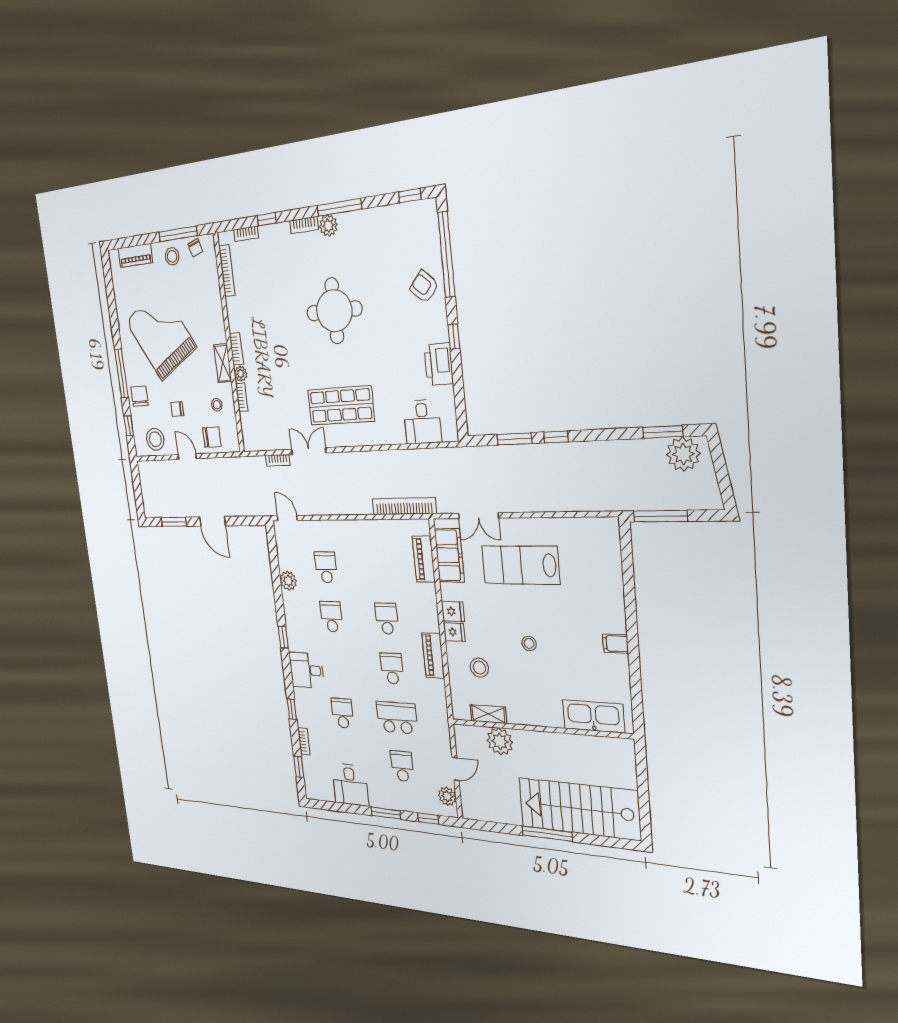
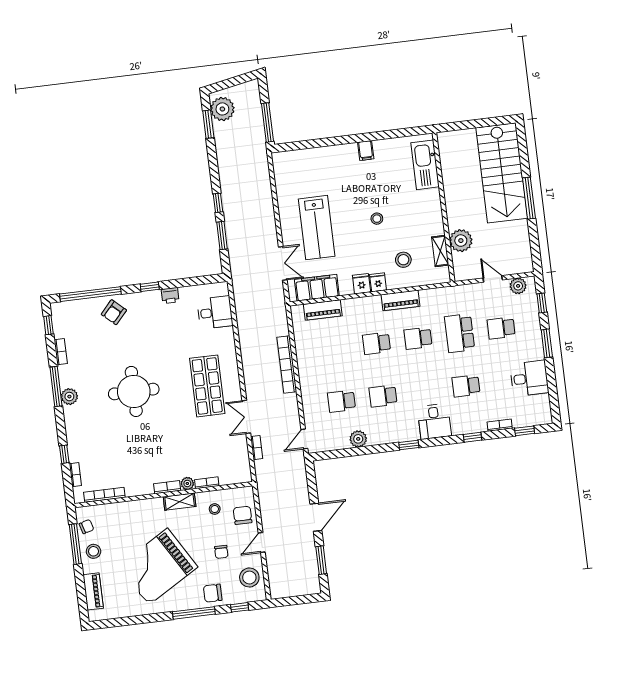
bookcase: (304, 225) -> (61, 352), moved
printer: (439, 364) -> (170, 296), width x0.53, depth x0.68
bookcase: (404, 506) -> (287, 364), moved

